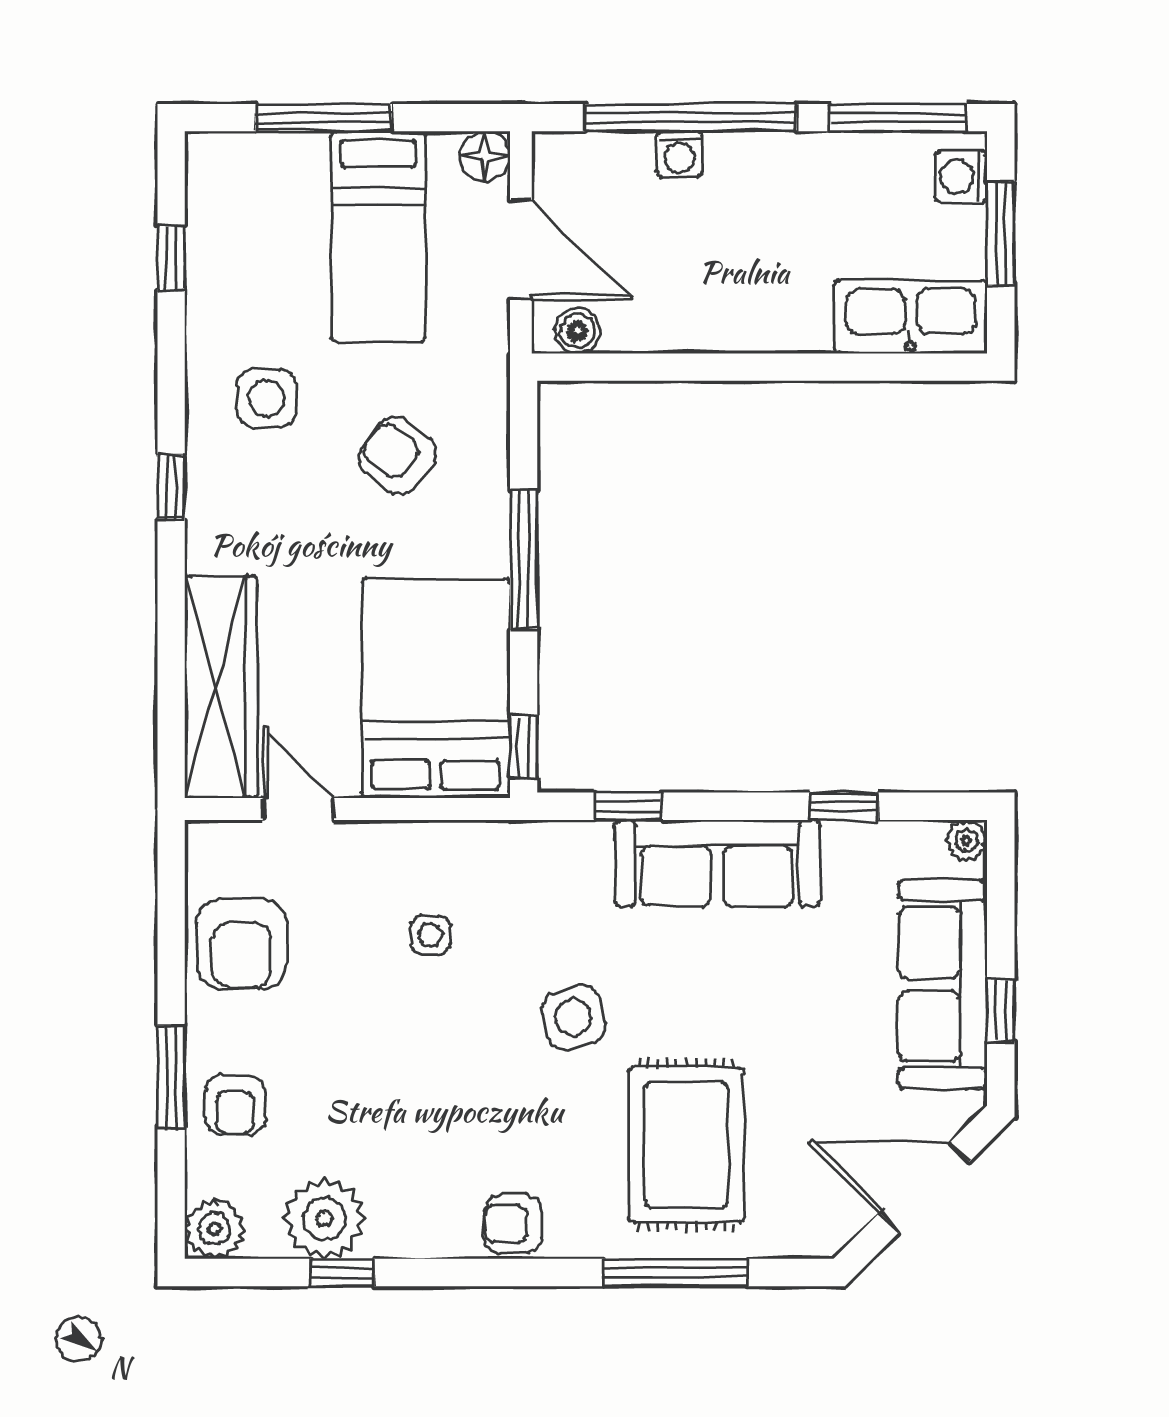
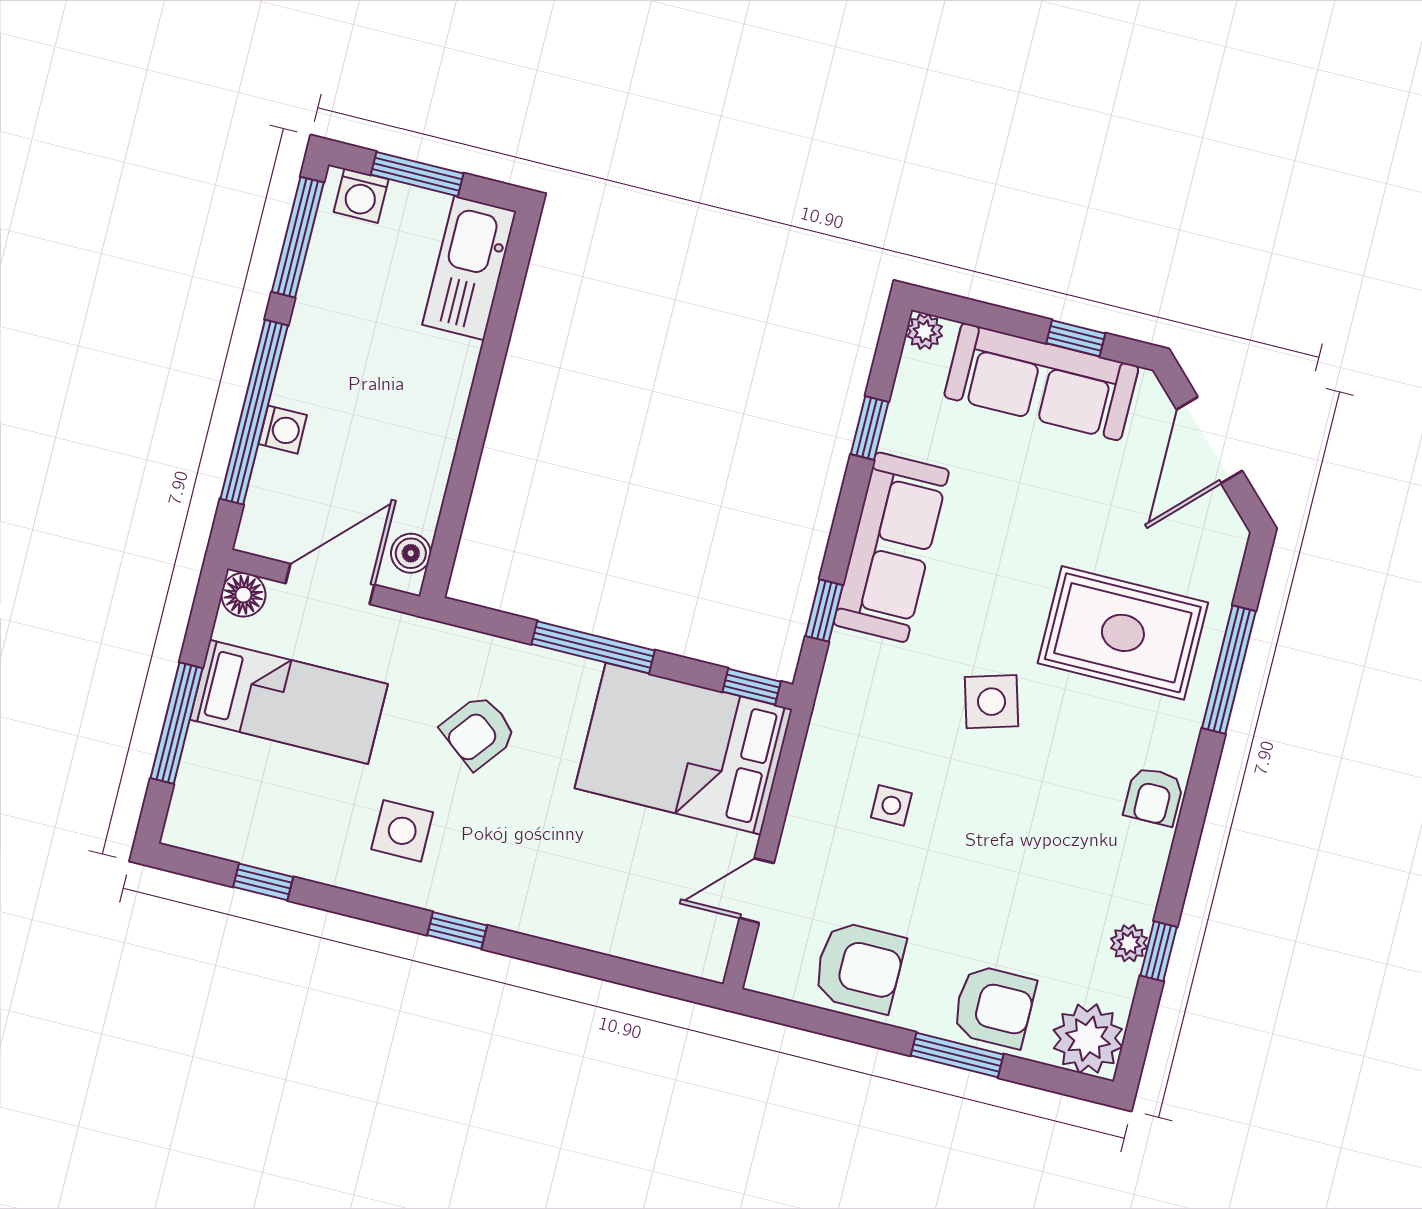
wardrobe: (221, 687) -> (637, 931), removed
armchair: (235, 1105) -> (994, 1007), width x1.38, depth x1.38
plant: (324, 1219) -> (1129, 943), width x0.53, depth x0.53
plant: (215, 1229) -> (1088, 1039), width x1.36, depth x1.36

